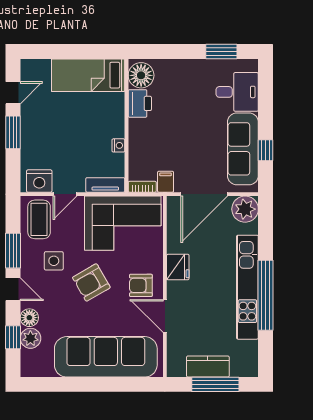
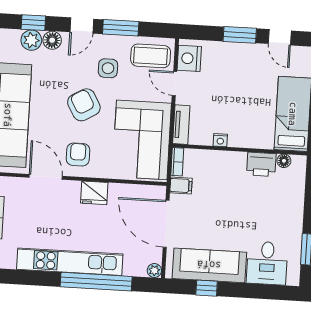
floor lamp: (141, 75) -> (284, 161), width x0.53, depth x0.53
plant: (245, 209) -> (154, 271), width x0.53, depth x0.53
window: (266, 295) -> (96, 282), moved
door: (165, 316) -> (46, 177), hinge flipped

